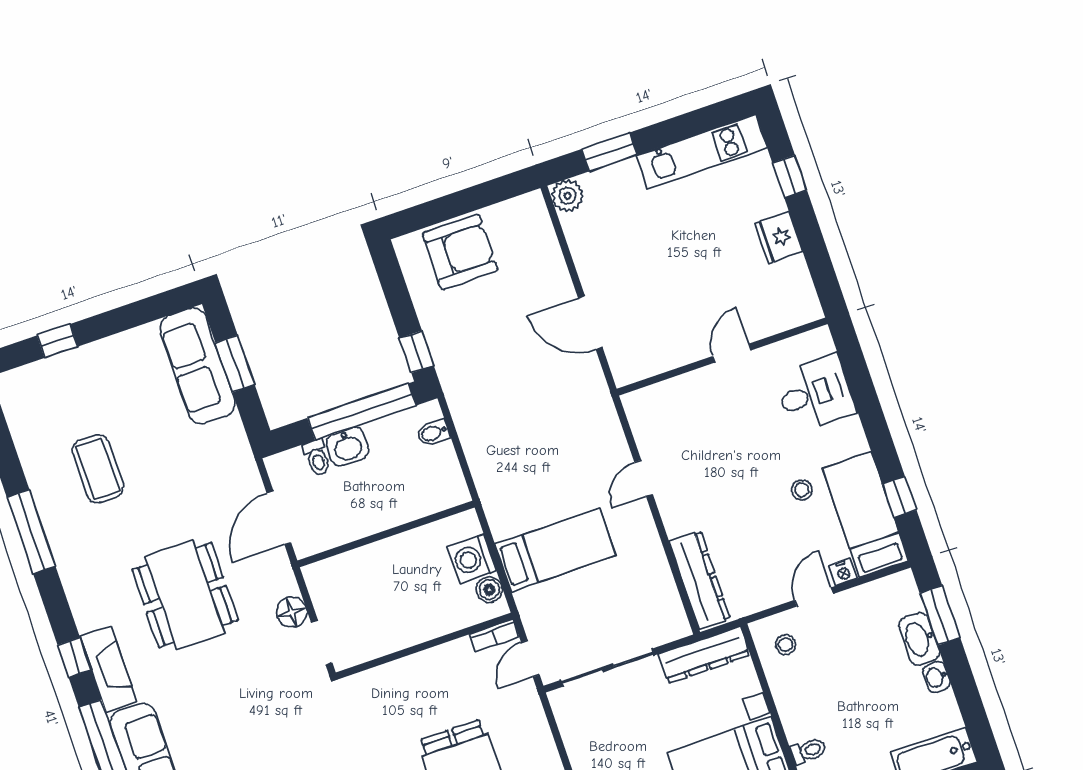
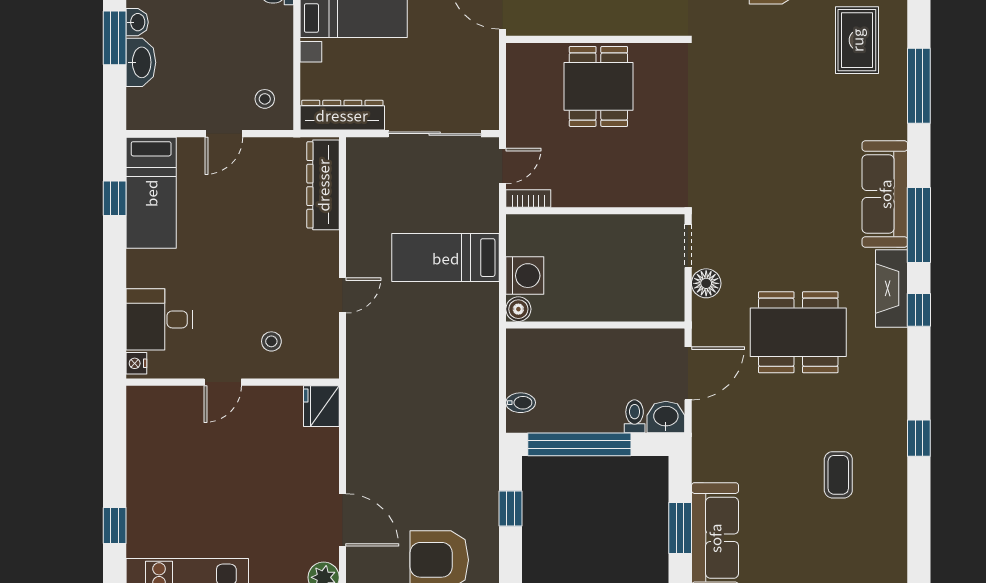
fridge: (779, 238) -> (321, 406), moved, turned 180
door: (590, 323) -> (343, 520), moved
window: (417, 352) -> (510, 509), moved
washbasin: (348, 447) -> (666, 417), moved
coffee table: (98, 469) -> (838, 475), width x0.73, depth x0.77
stool: (802, 490) -> (271, 341), moved
window: (31, 532) -> (919, 438), width x0.46
nightstand: (843, 572) -> (136, 363), moved, turned -90
boiler: (489, 590) -> (518, 309), moved
dining table: (185, 595) -> (798, 332), turned 90
window: (940, 615) -> (115, 38), moved

